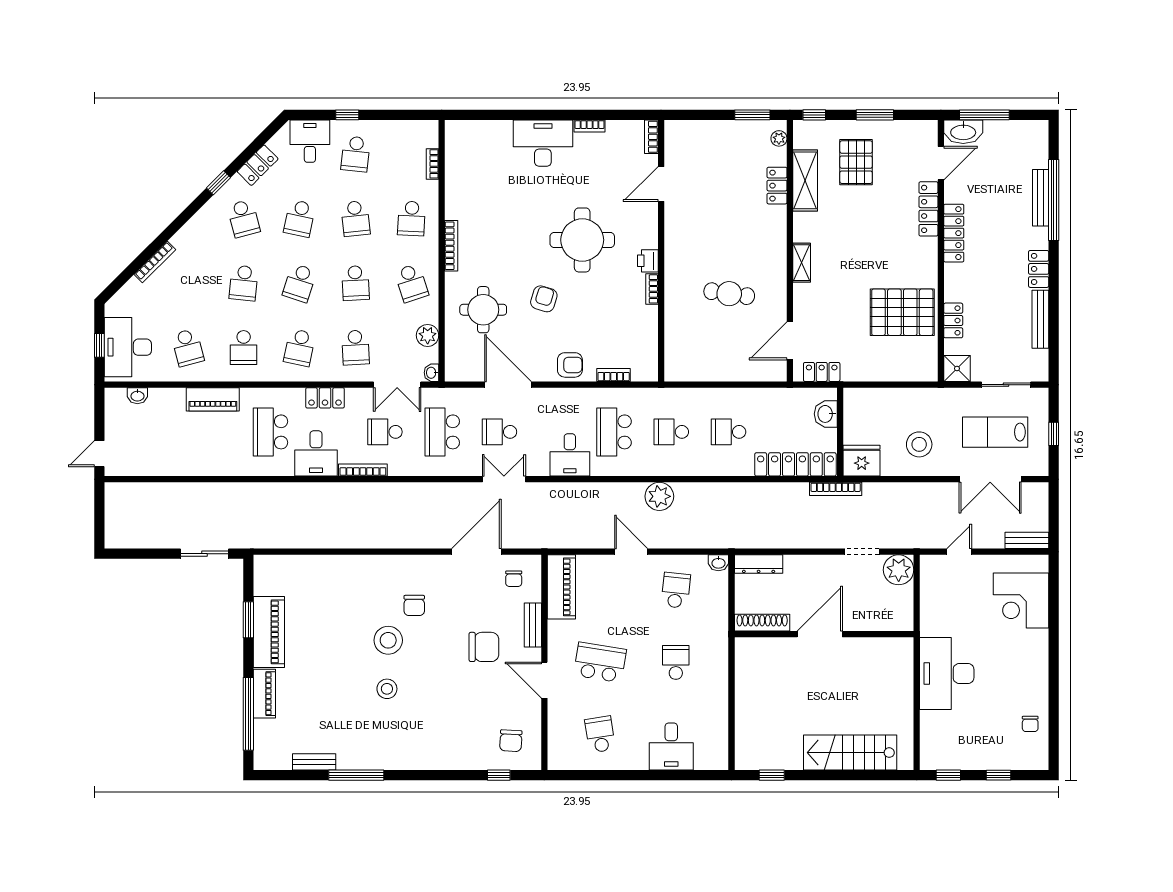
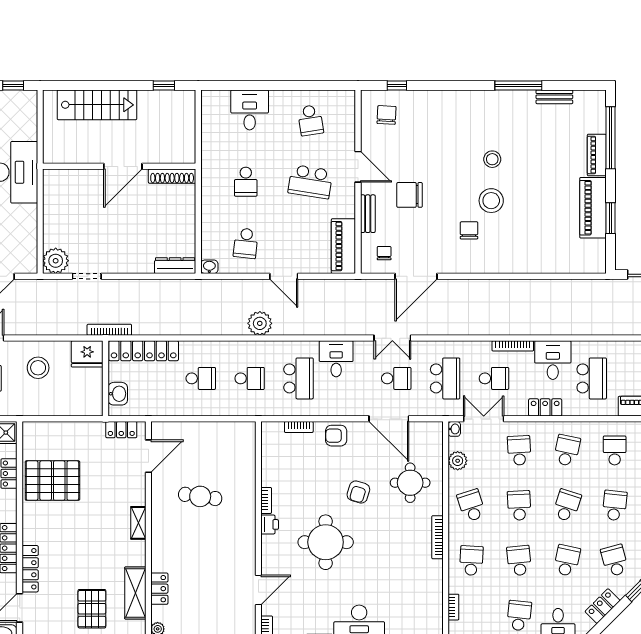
shoe rack: (762, 623) -> (172, 176), moved
door: (820, 634) -> (123, 166), moved
wall: (824, 634) -> (119, 166), moved

